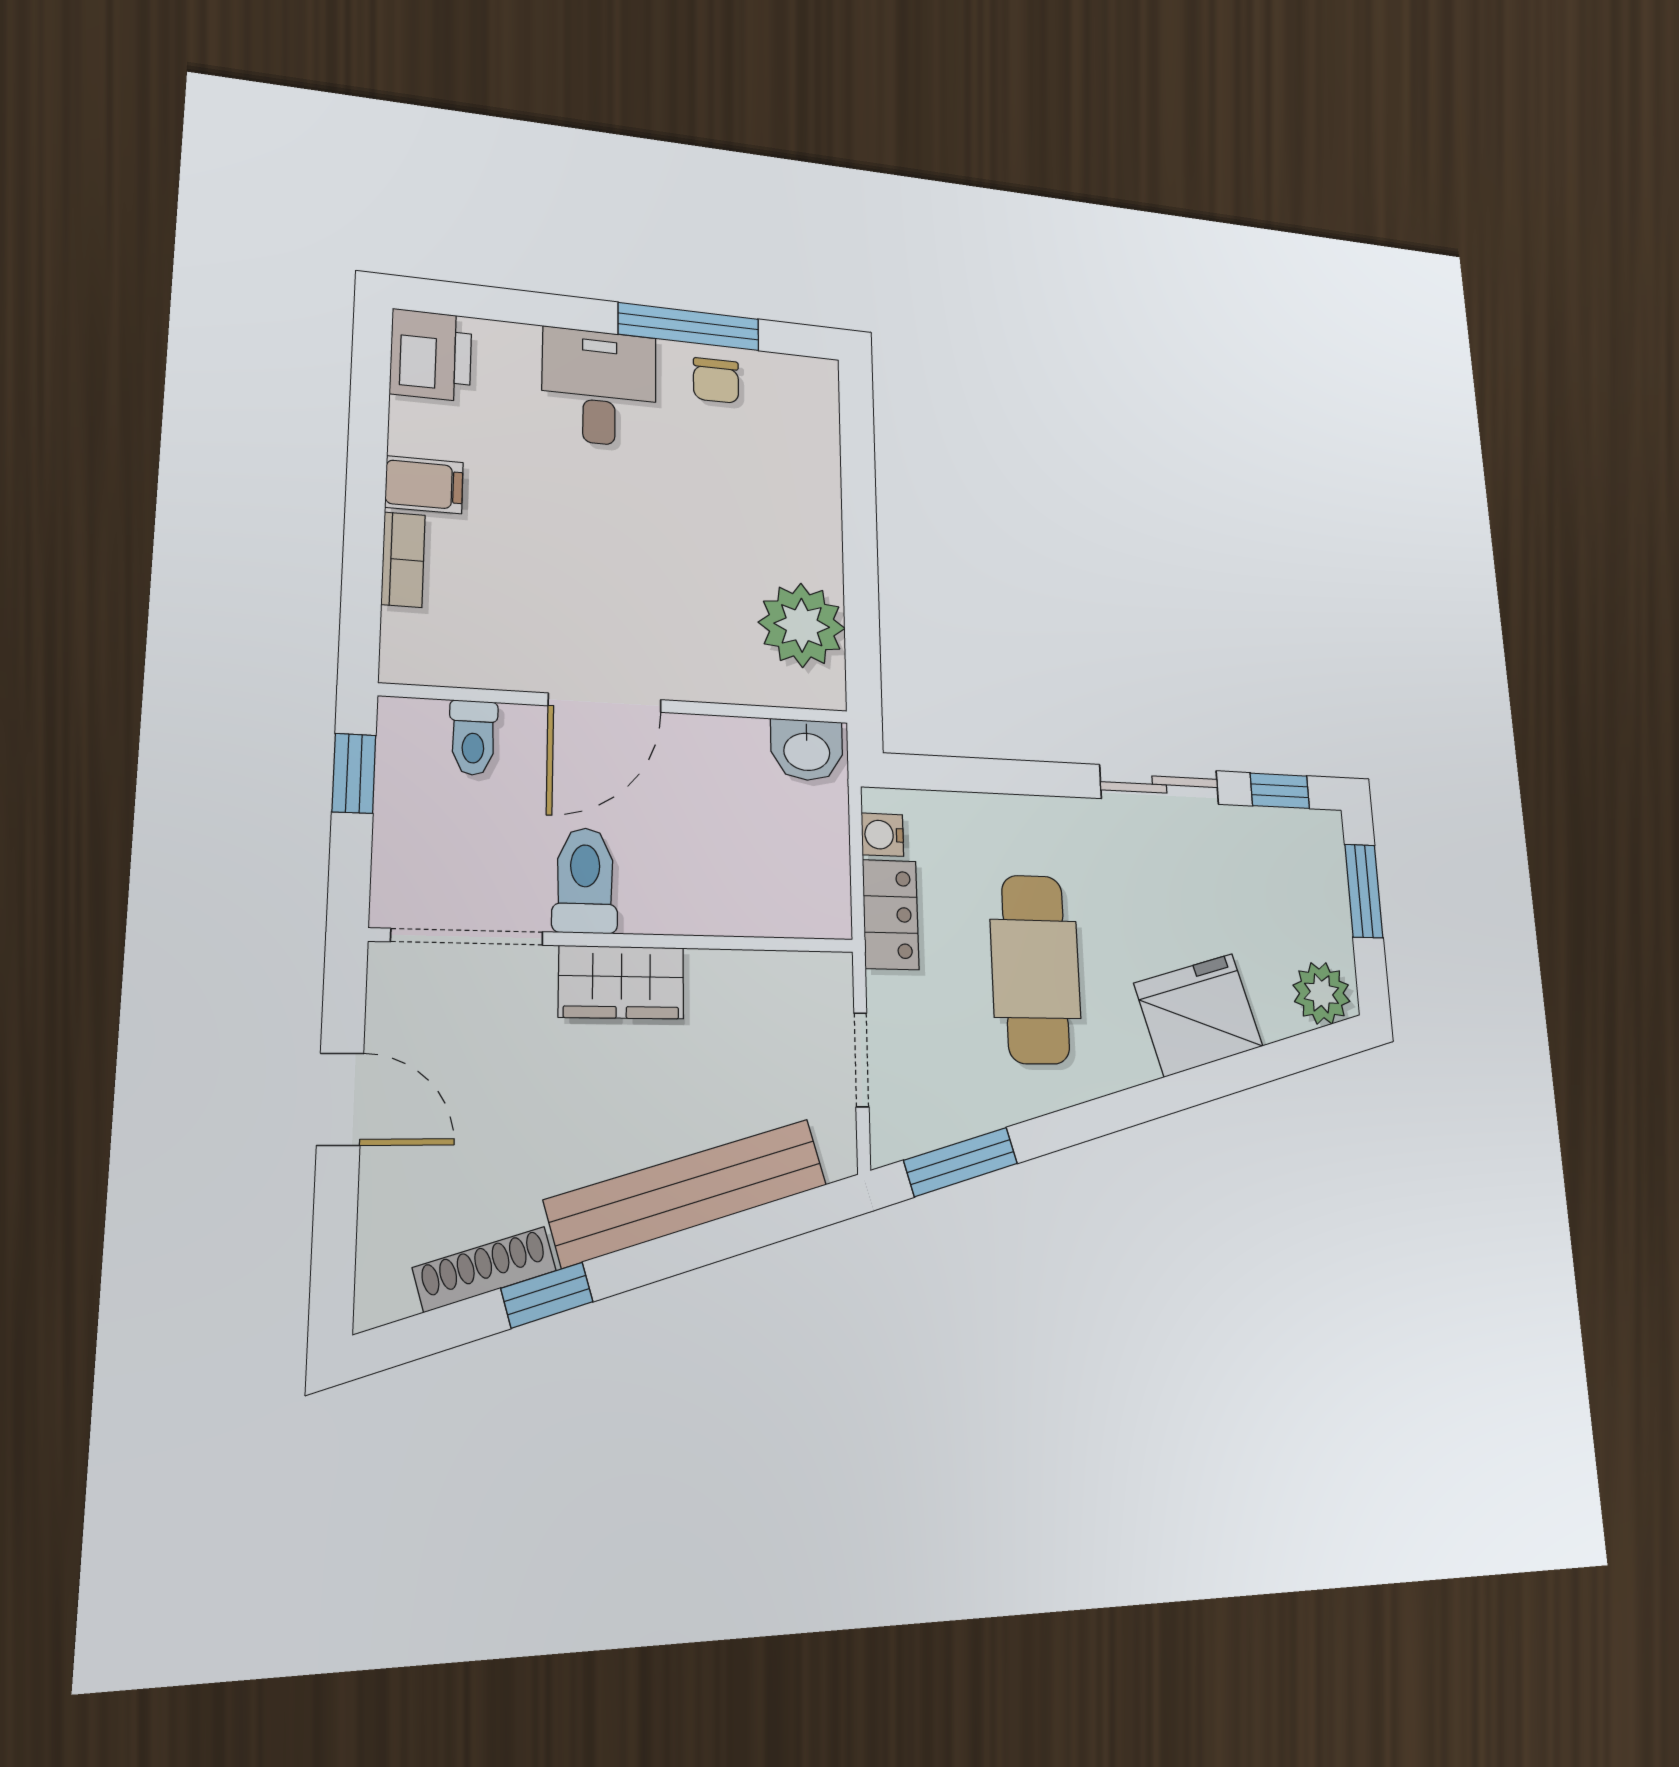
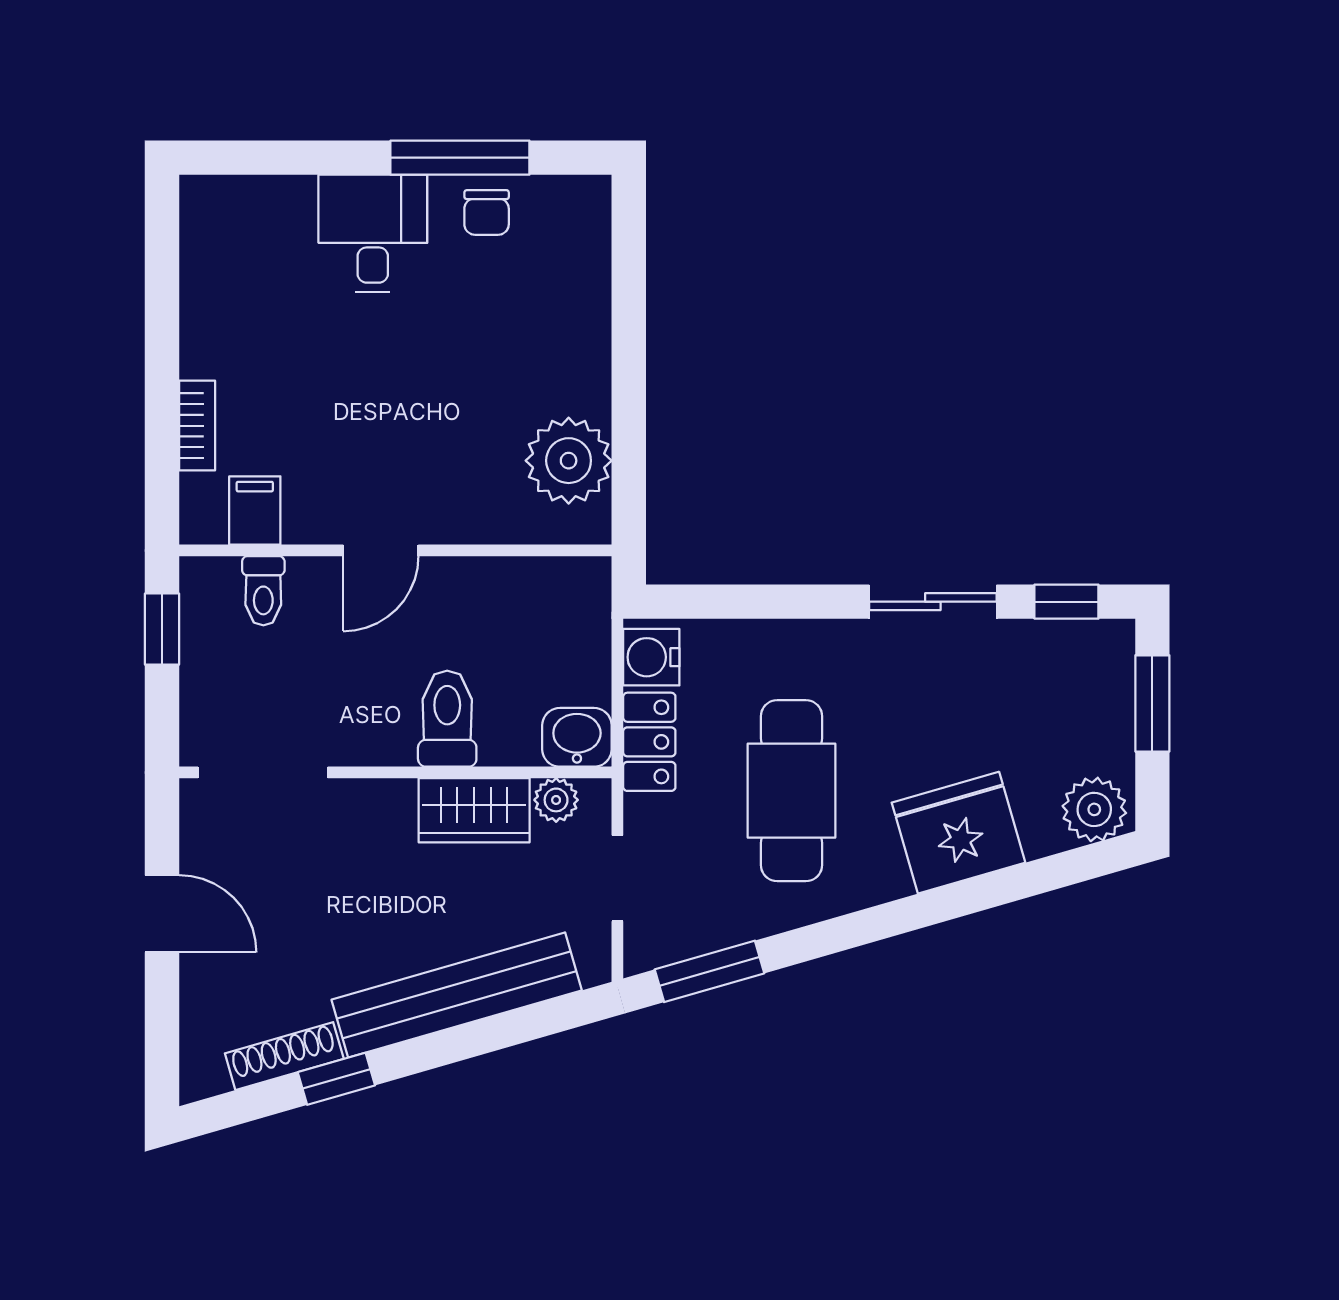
printer: (431, 355) -> (215, 219), removed
filing cabinet: (424, 485) -> (255, 510), moved, turned -90
door: (605, 703) -> (381, 550), width x0.73
washbasin: (807, 750) -> (577, 737), moved, turned 180
water cooler: (882, 835) -> (651, 657), width x1.38, depth x1.38
toilet: (585, 880) -> (447, 719), moved
plant: (795, 974) -> (556, 800), added
wardrobe: (621, 982) -> (474, 810), moved

